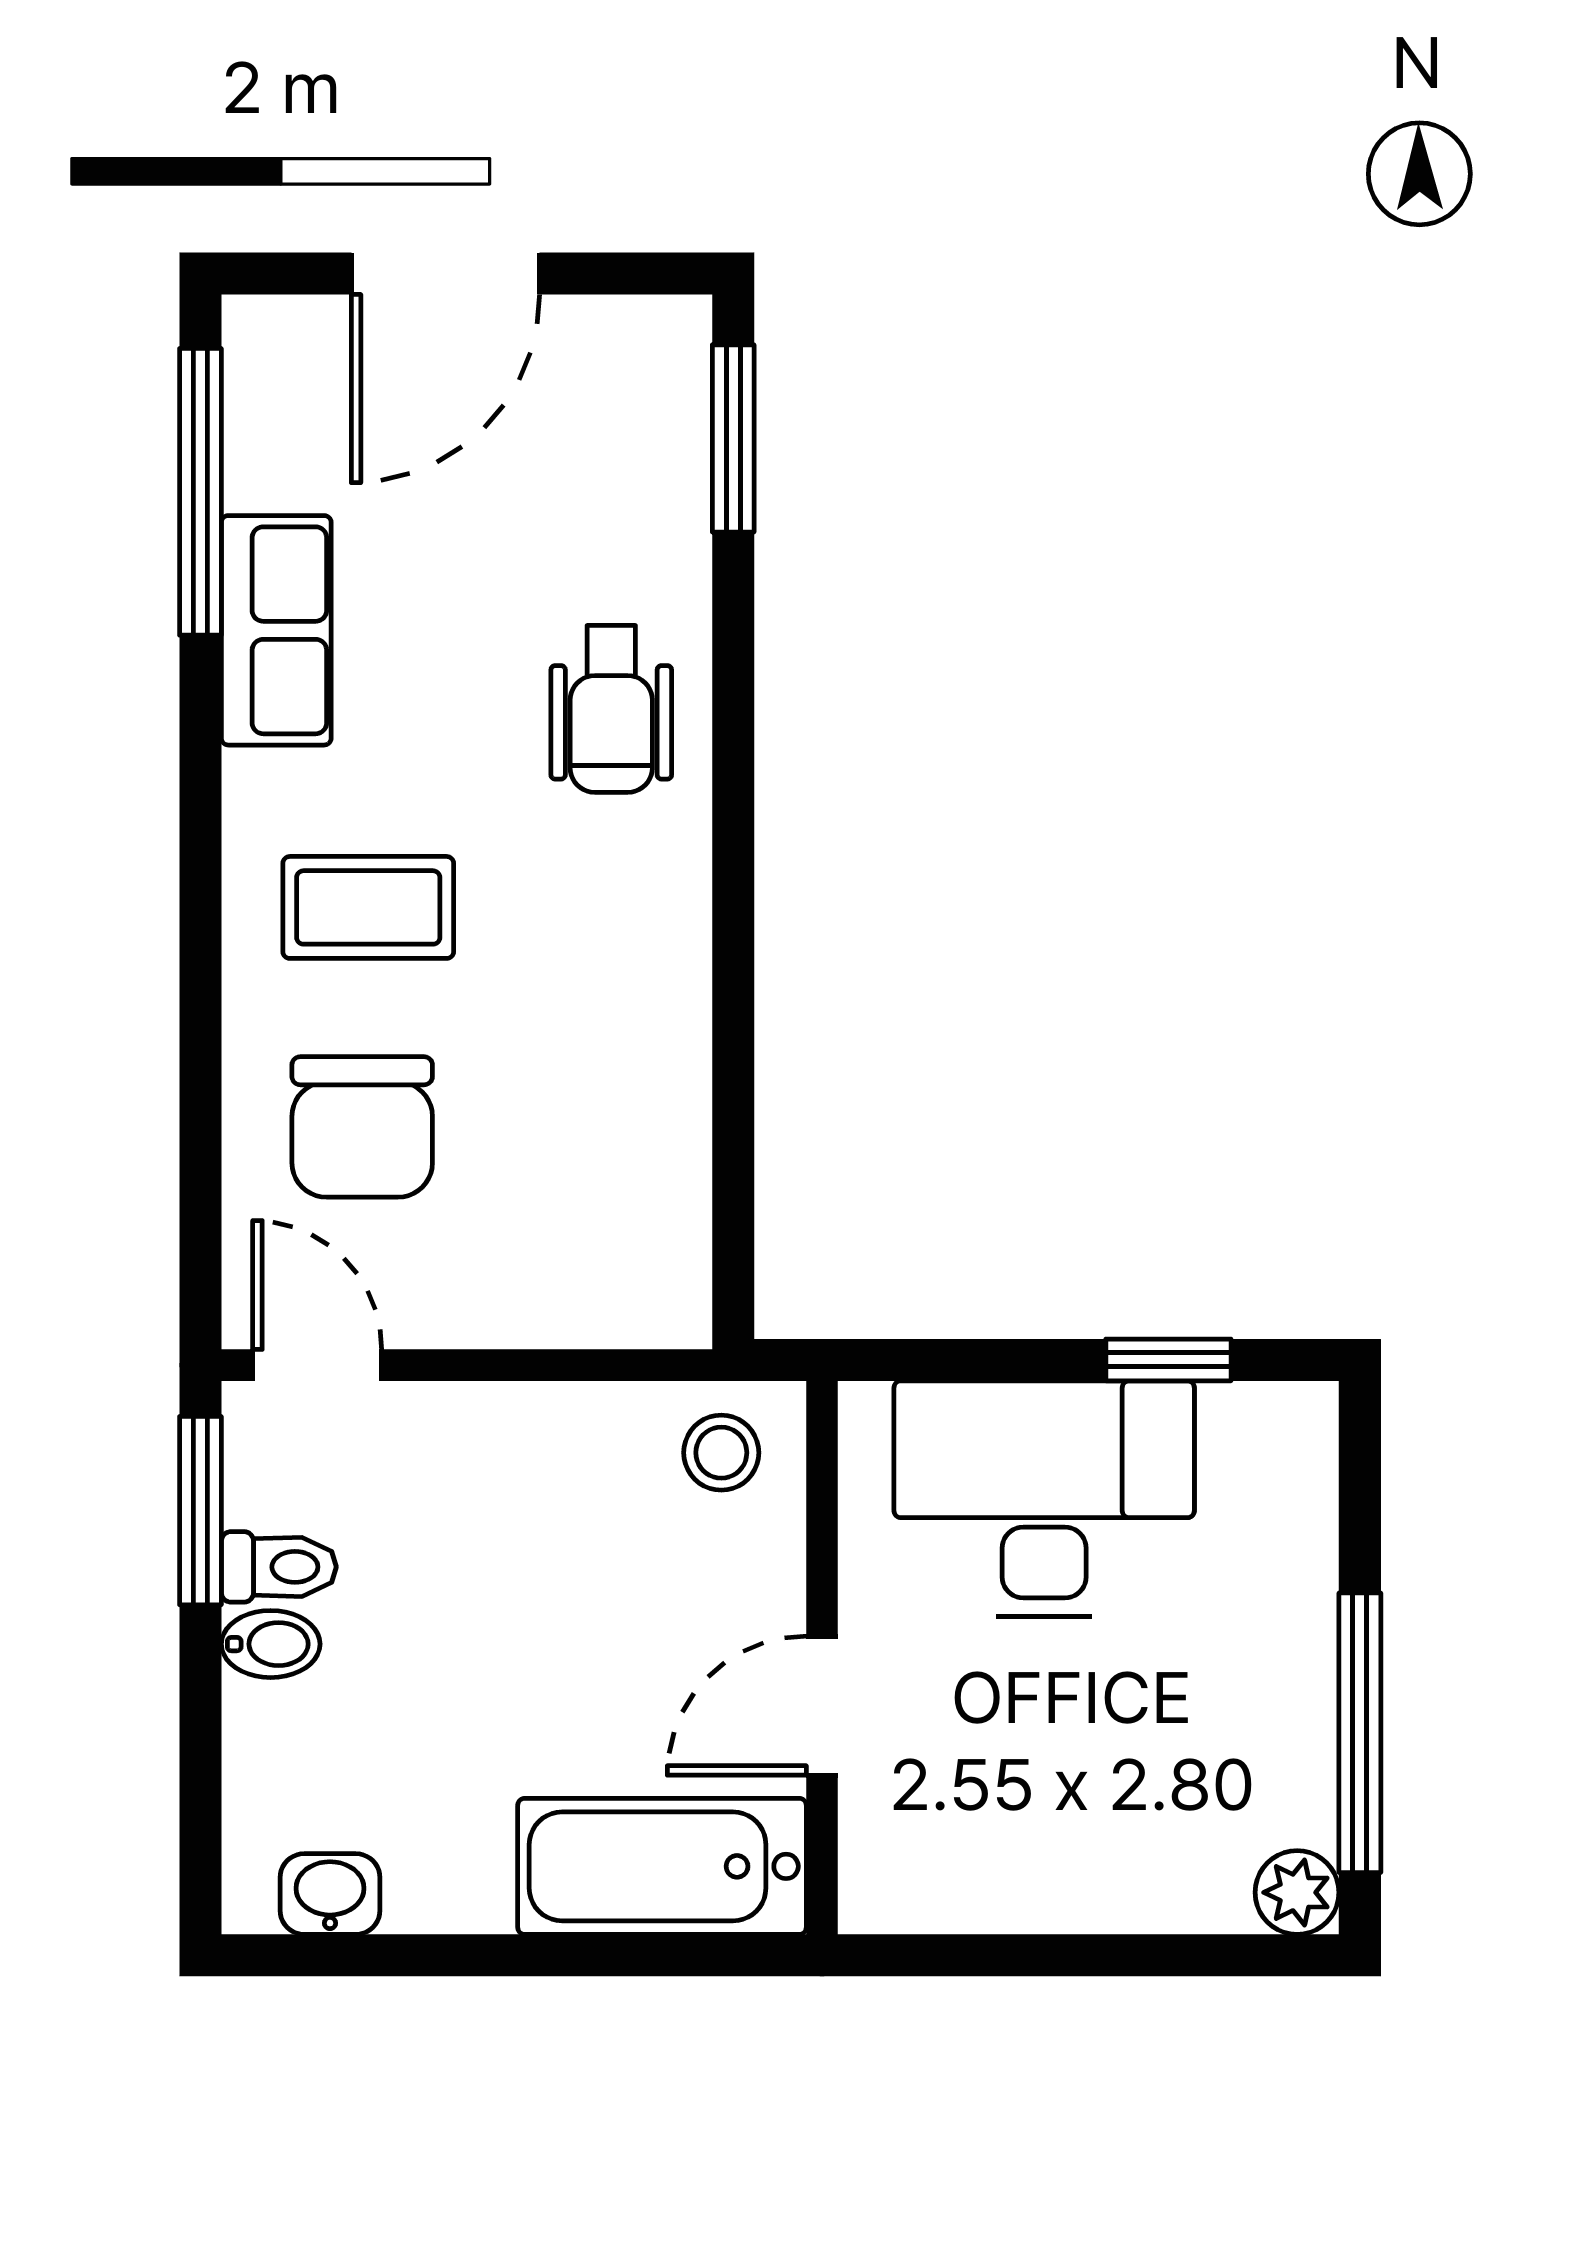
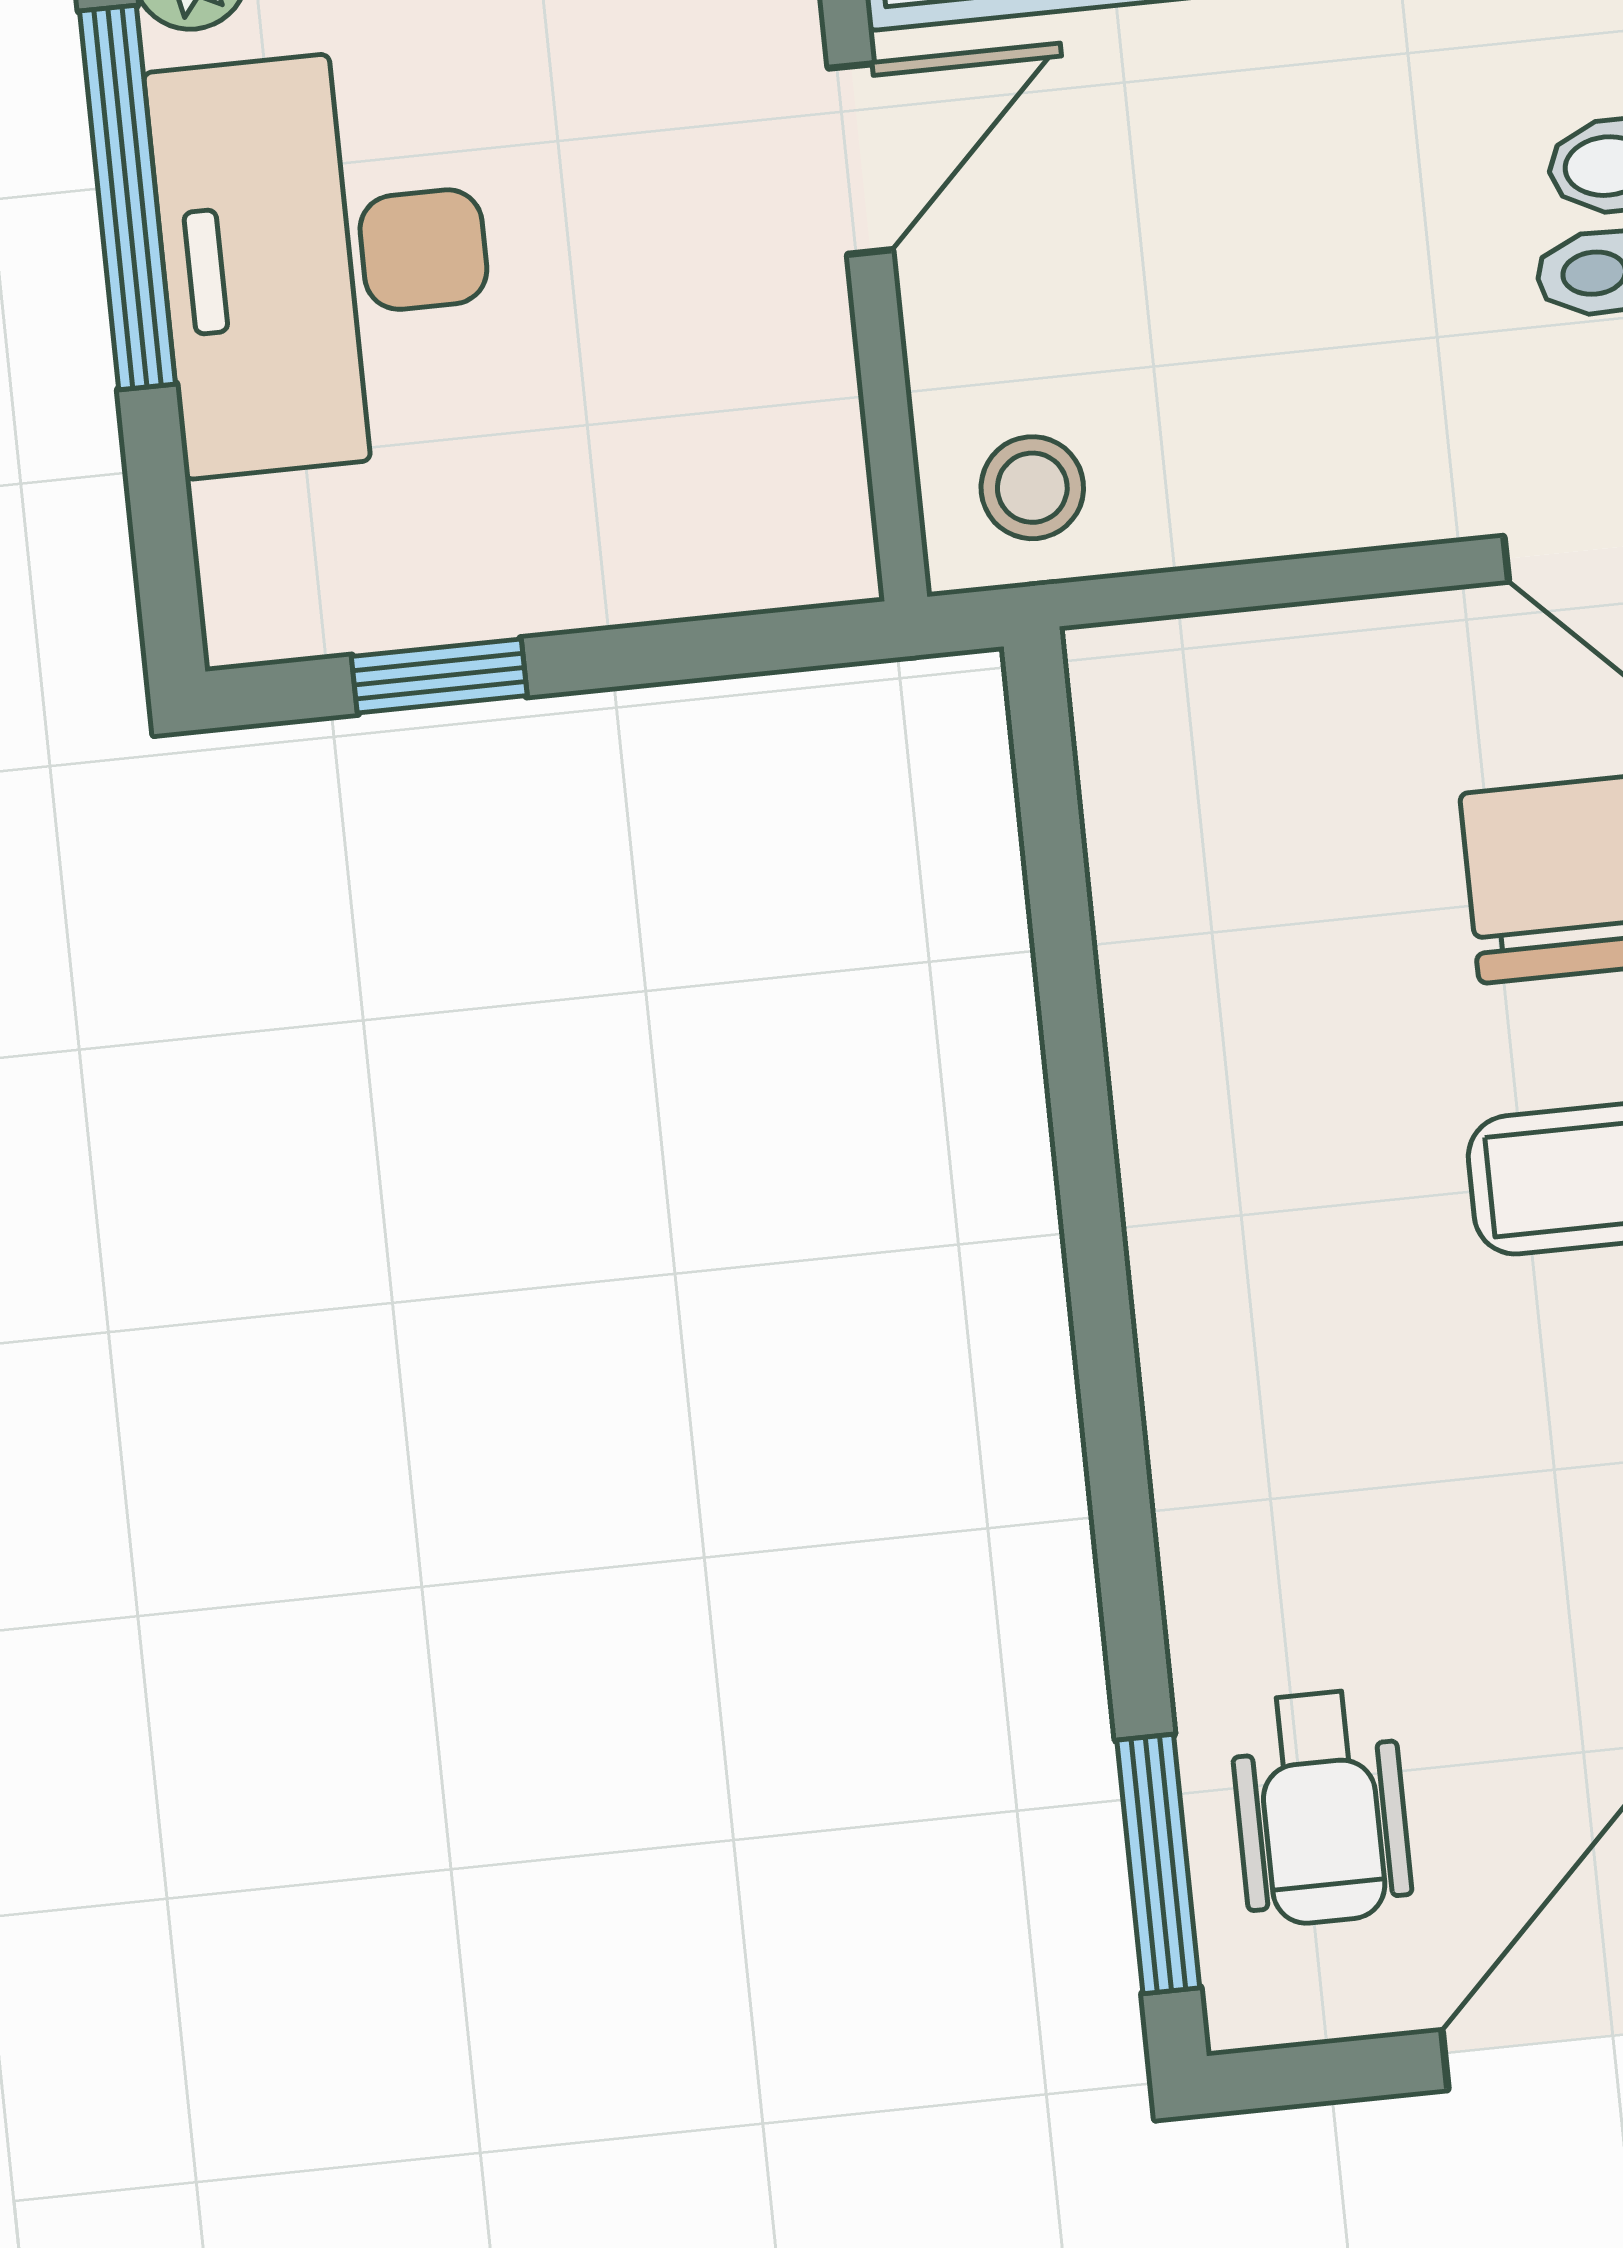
wheelchair: (611, 709) -> (1321, 1808), moved, turned 180
desk: (1044, 1499) -> (324, 260), moved, turned 90

